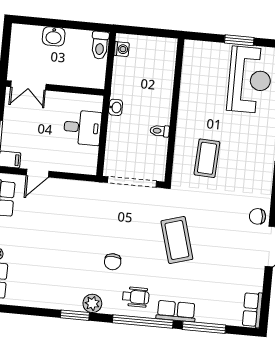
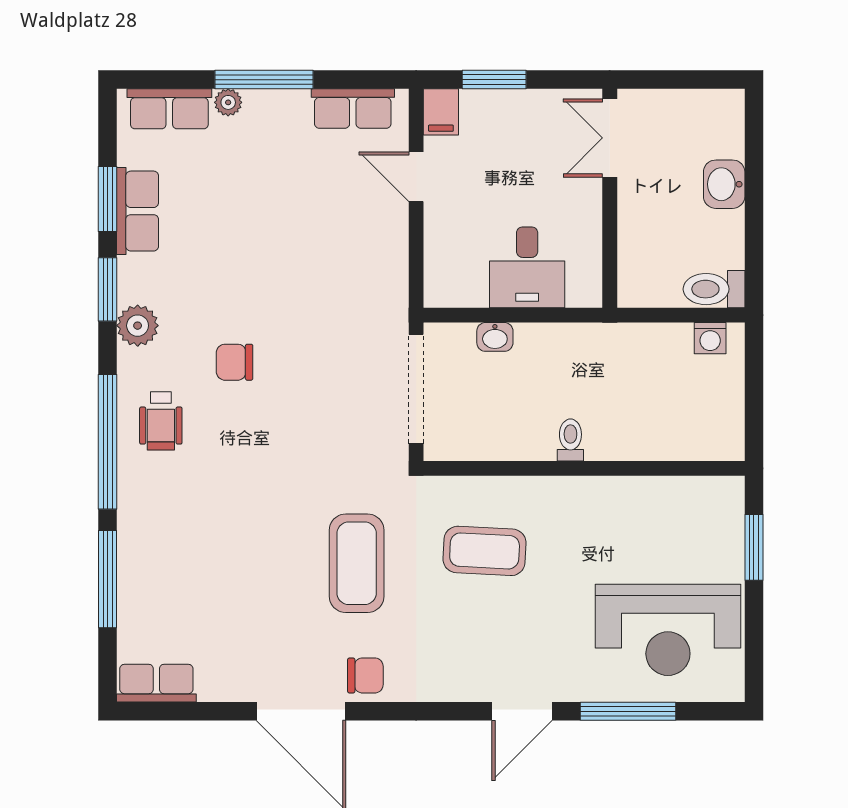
window: (239, 40) -> (754, 547), moved
washbasin: (116, 107) -> (495, 337), moved
toilet: (160, 131) -> (570, 440), moved
chair: (257, 216) -> (365, 675), turned 95
coffee table: (177, 240) -> (357, 563), moved, turned -74
window: (35, 311) -> (108, 199), added
row of seats: (176, 311) -> (138, 211), moved

